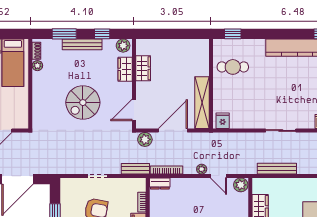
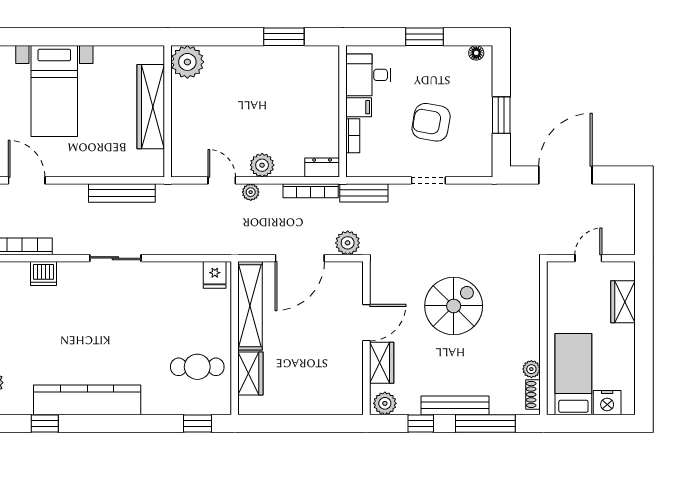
window: (64, 34) -> (485, 423), width x1.44
wardrobe: (143, 68) -> (250, 373), moved, turned 180
door: (134, 110) -> (366, 323), moved
plant: (241, 185) -> (262, 165), moved

